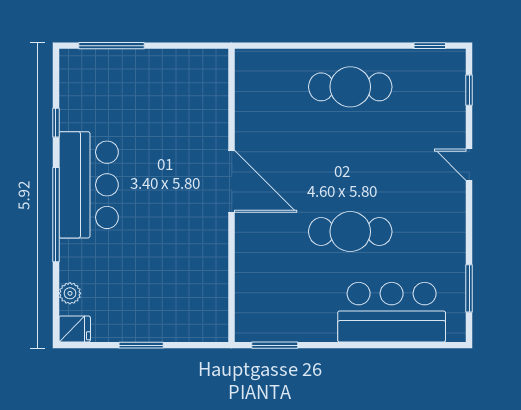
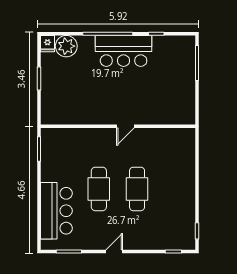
cafe table: (350, 87) -> (137, 189), moved
door: (469, 165) -> (114, 252), moved
door: (232, 181) -> (125, 126), width x0.53
plant: (70, 293) -> (66, 46), width x1.88, depth x1.88

